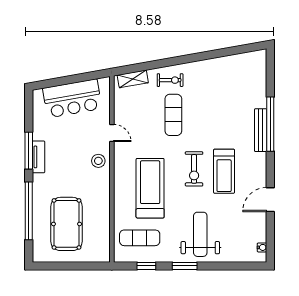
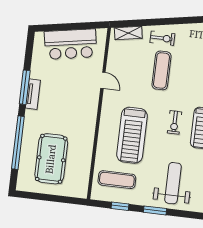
stool: (98, 161) -> (87, 104), removed
exercise bike: (194, 169) -> (175, 122), width x0.73, depth x0.72
treadmill: (150, 188) -> (132, 135), turned 180

